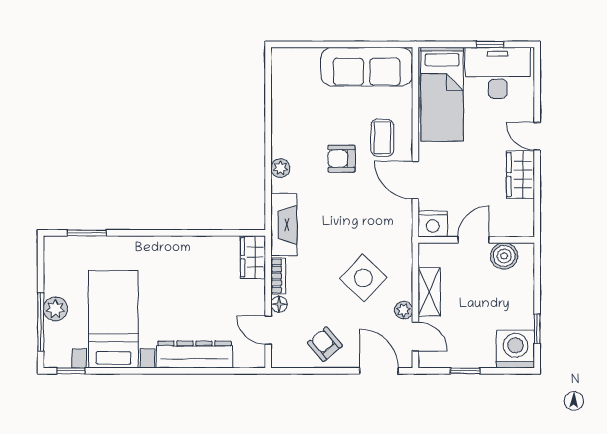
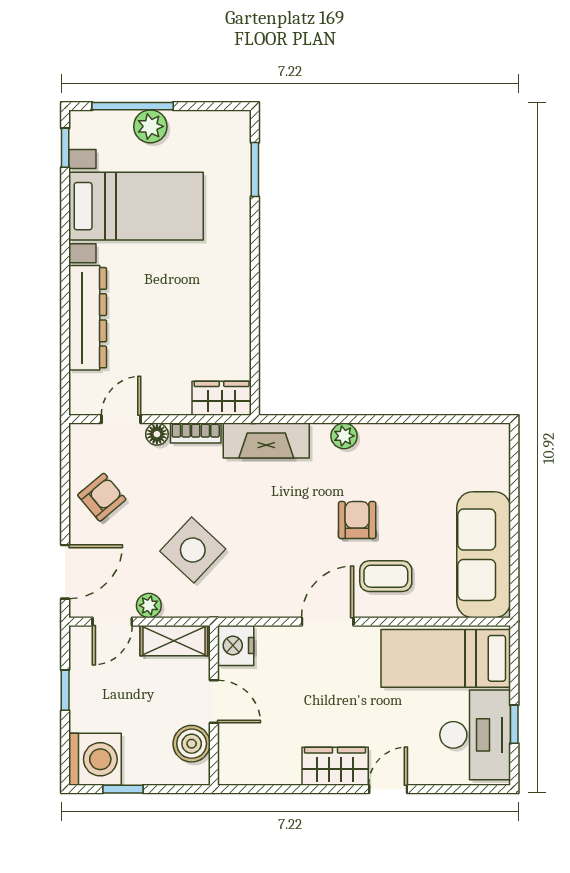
nightstand: (433, 224) -> (236, 645), moved
door: (473, 240) -> (214, 702), moved
wall: (476, 240) -> (214, 705), moved
boiler: (504, 256) -> (192, 744), moved

